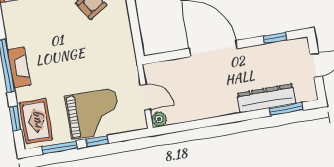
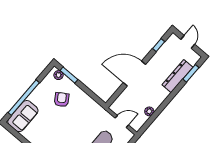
plant: (159, 119) -> (149, 111), moved

